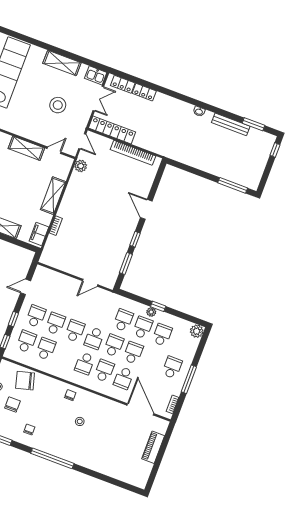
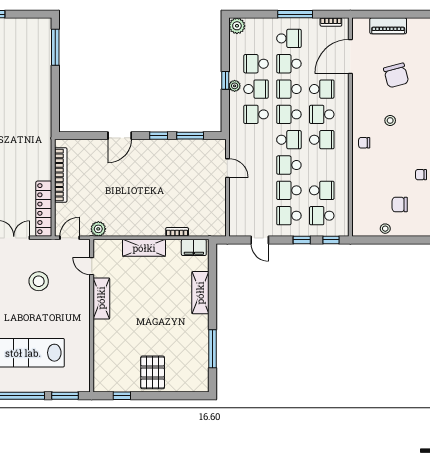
school desk: (143, 328) -> (256, 89), turned 180
school desk: (46, 349) -> (322, 190), turned 180
school desk: (153, 360) -> (289, 64), added
school desk: (172, 367) -> (289, 38), turned 180
chair: (25, 381) -> (396, 75), moved

